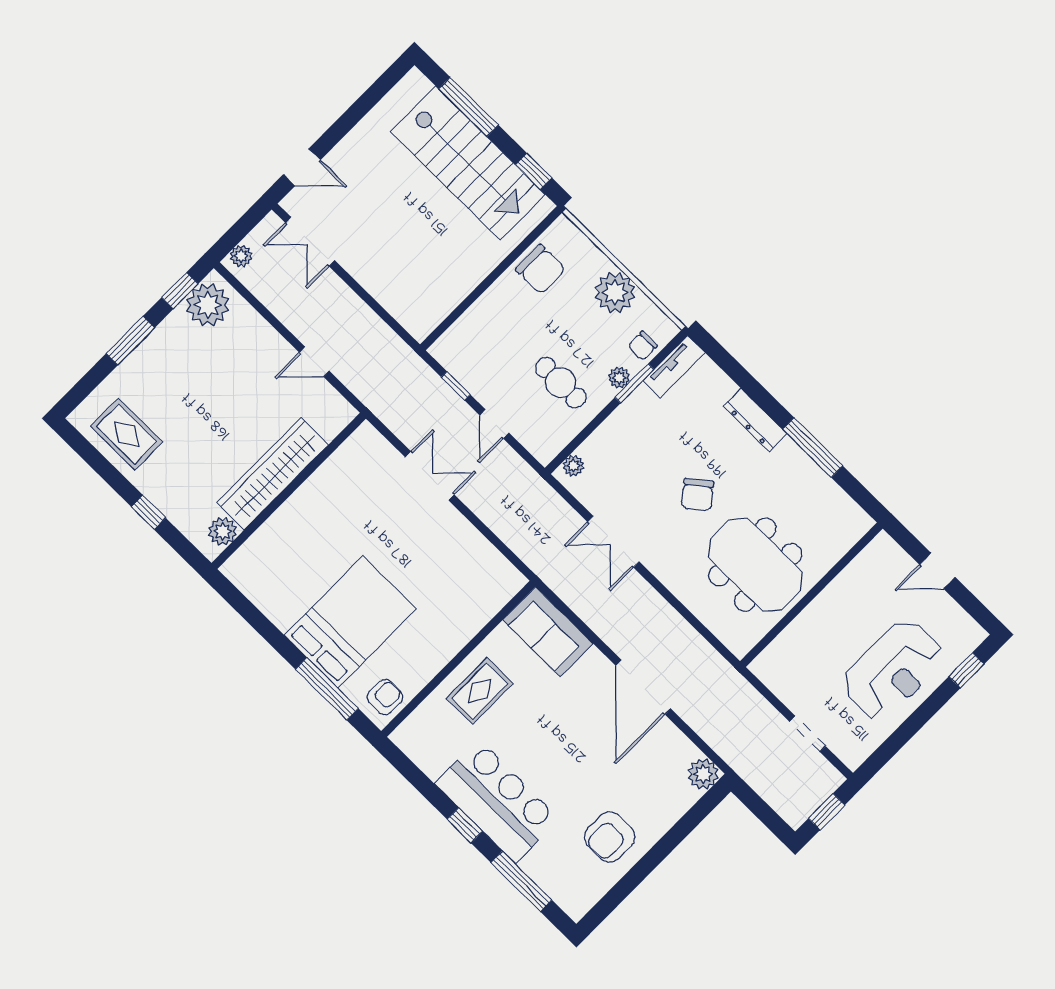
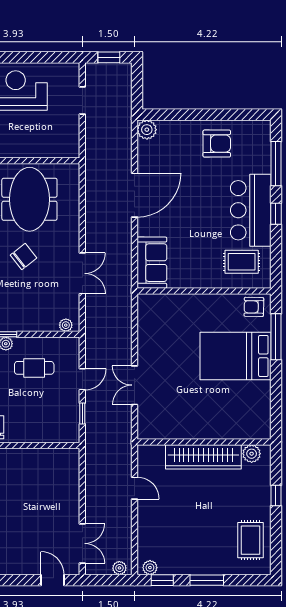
plant: (208, 305) -> (150, 568), width x0.53, depth x0.53
cafe table: (561, 383) -> (34, 368), turned 90
rug: (480, 691) -> (242, 262), moved

